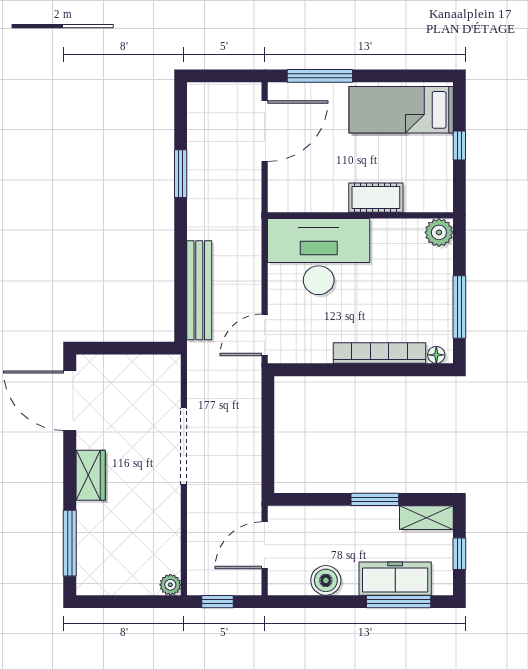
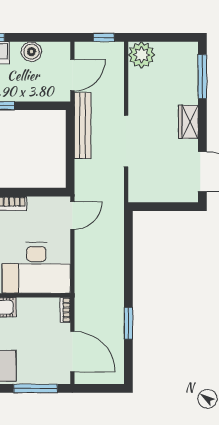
door: (265, 131) -> (72, 352), swing flipped
bookcase: (275, 193) -> (65, 310), added
bench: (199, 290) -> (83, 126), moved
plant: (170, 585) -> (141, 55), width x1.87, depth x1.87

